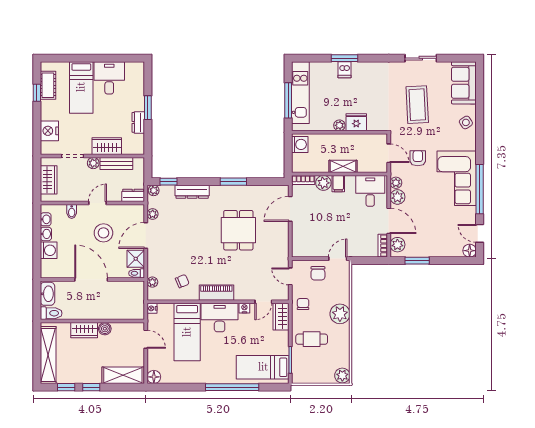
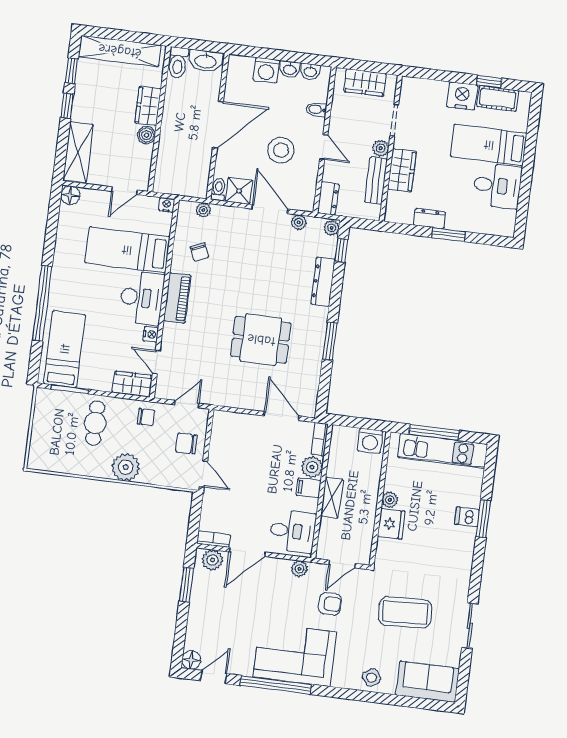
nightstand: (49, 131) -> (462, 96), moved
plant: (397, 197) -> (279, 568), removed
plant: (342, 375) -> (39, 460), removed

